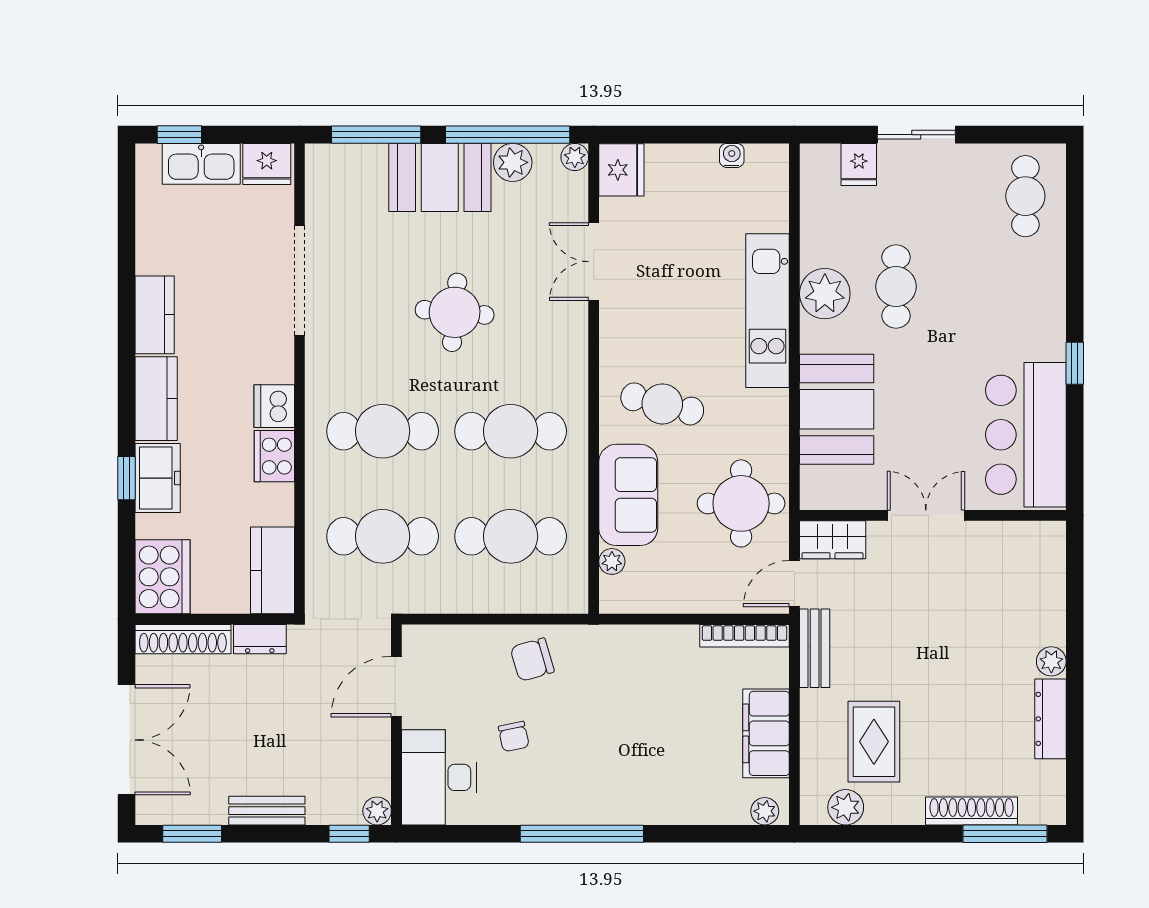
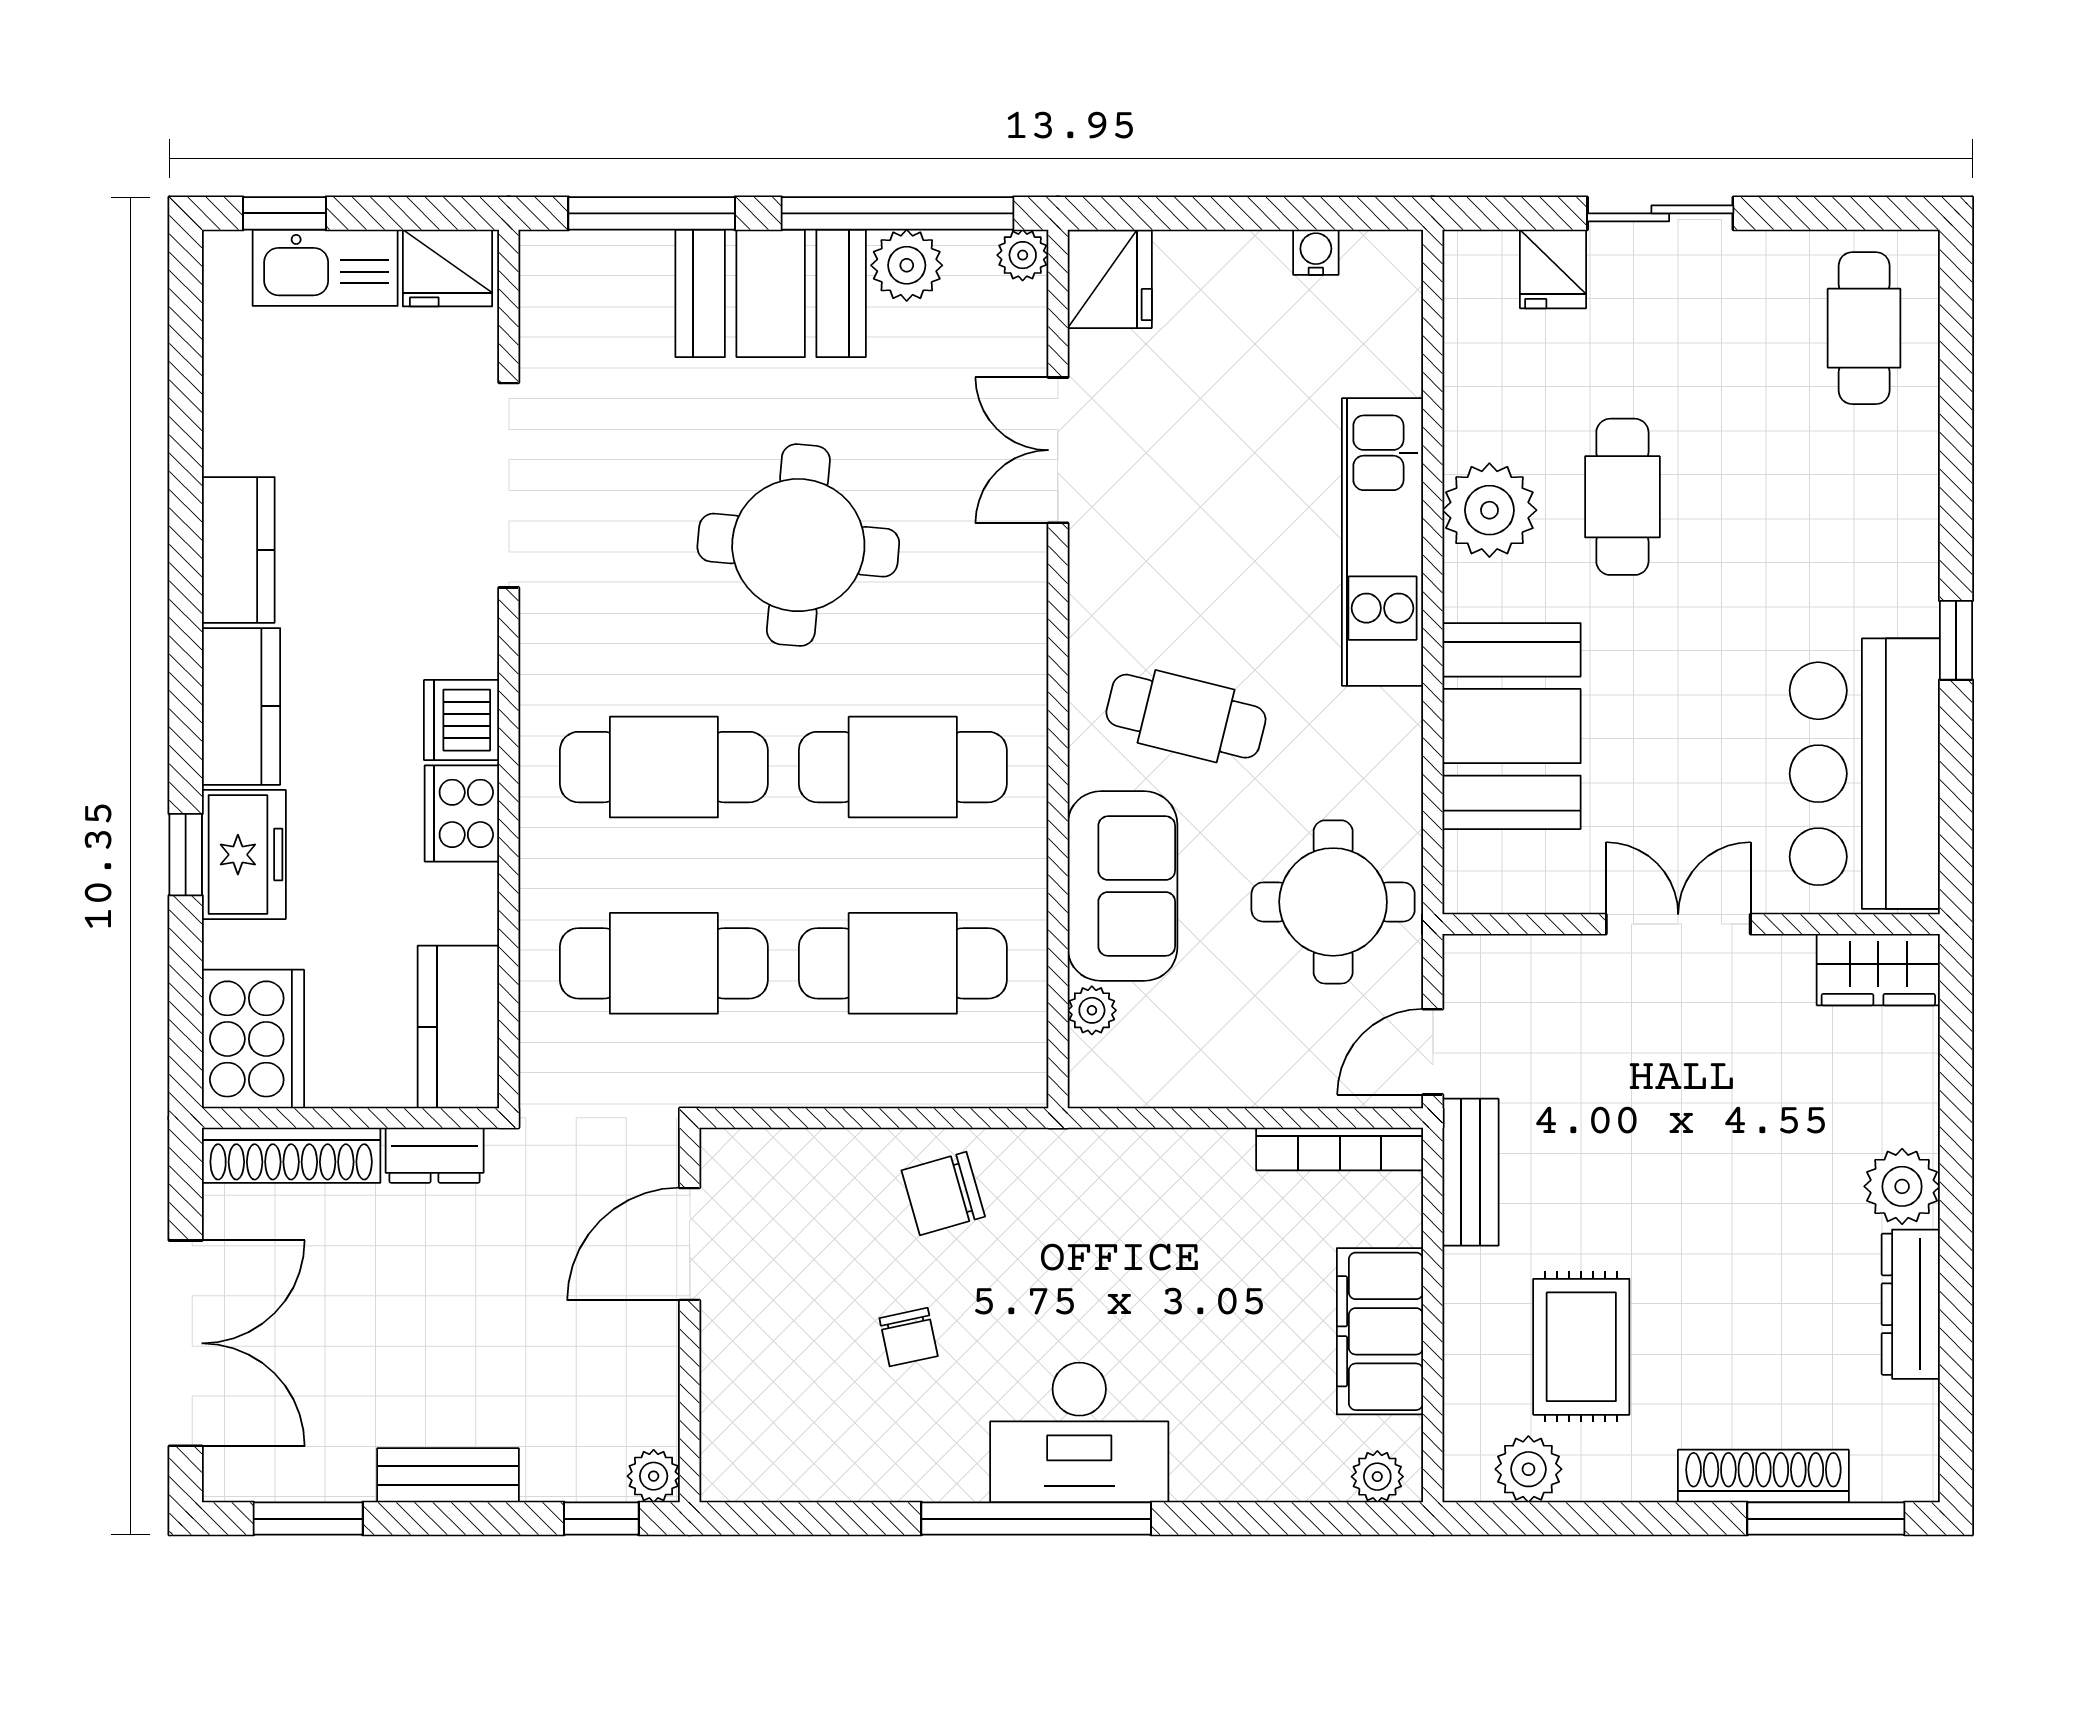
round table: (455, 312) -> (798, 545), width x1.36, depth x1.36
wardrobe: (833, 540) -> (1878, 970), moved
plant: (1051, 661) -> (1902, 1186), width x1.38, depth x1.38
desk: (439, 777) -> (1079, 1432), moved, turned -90

